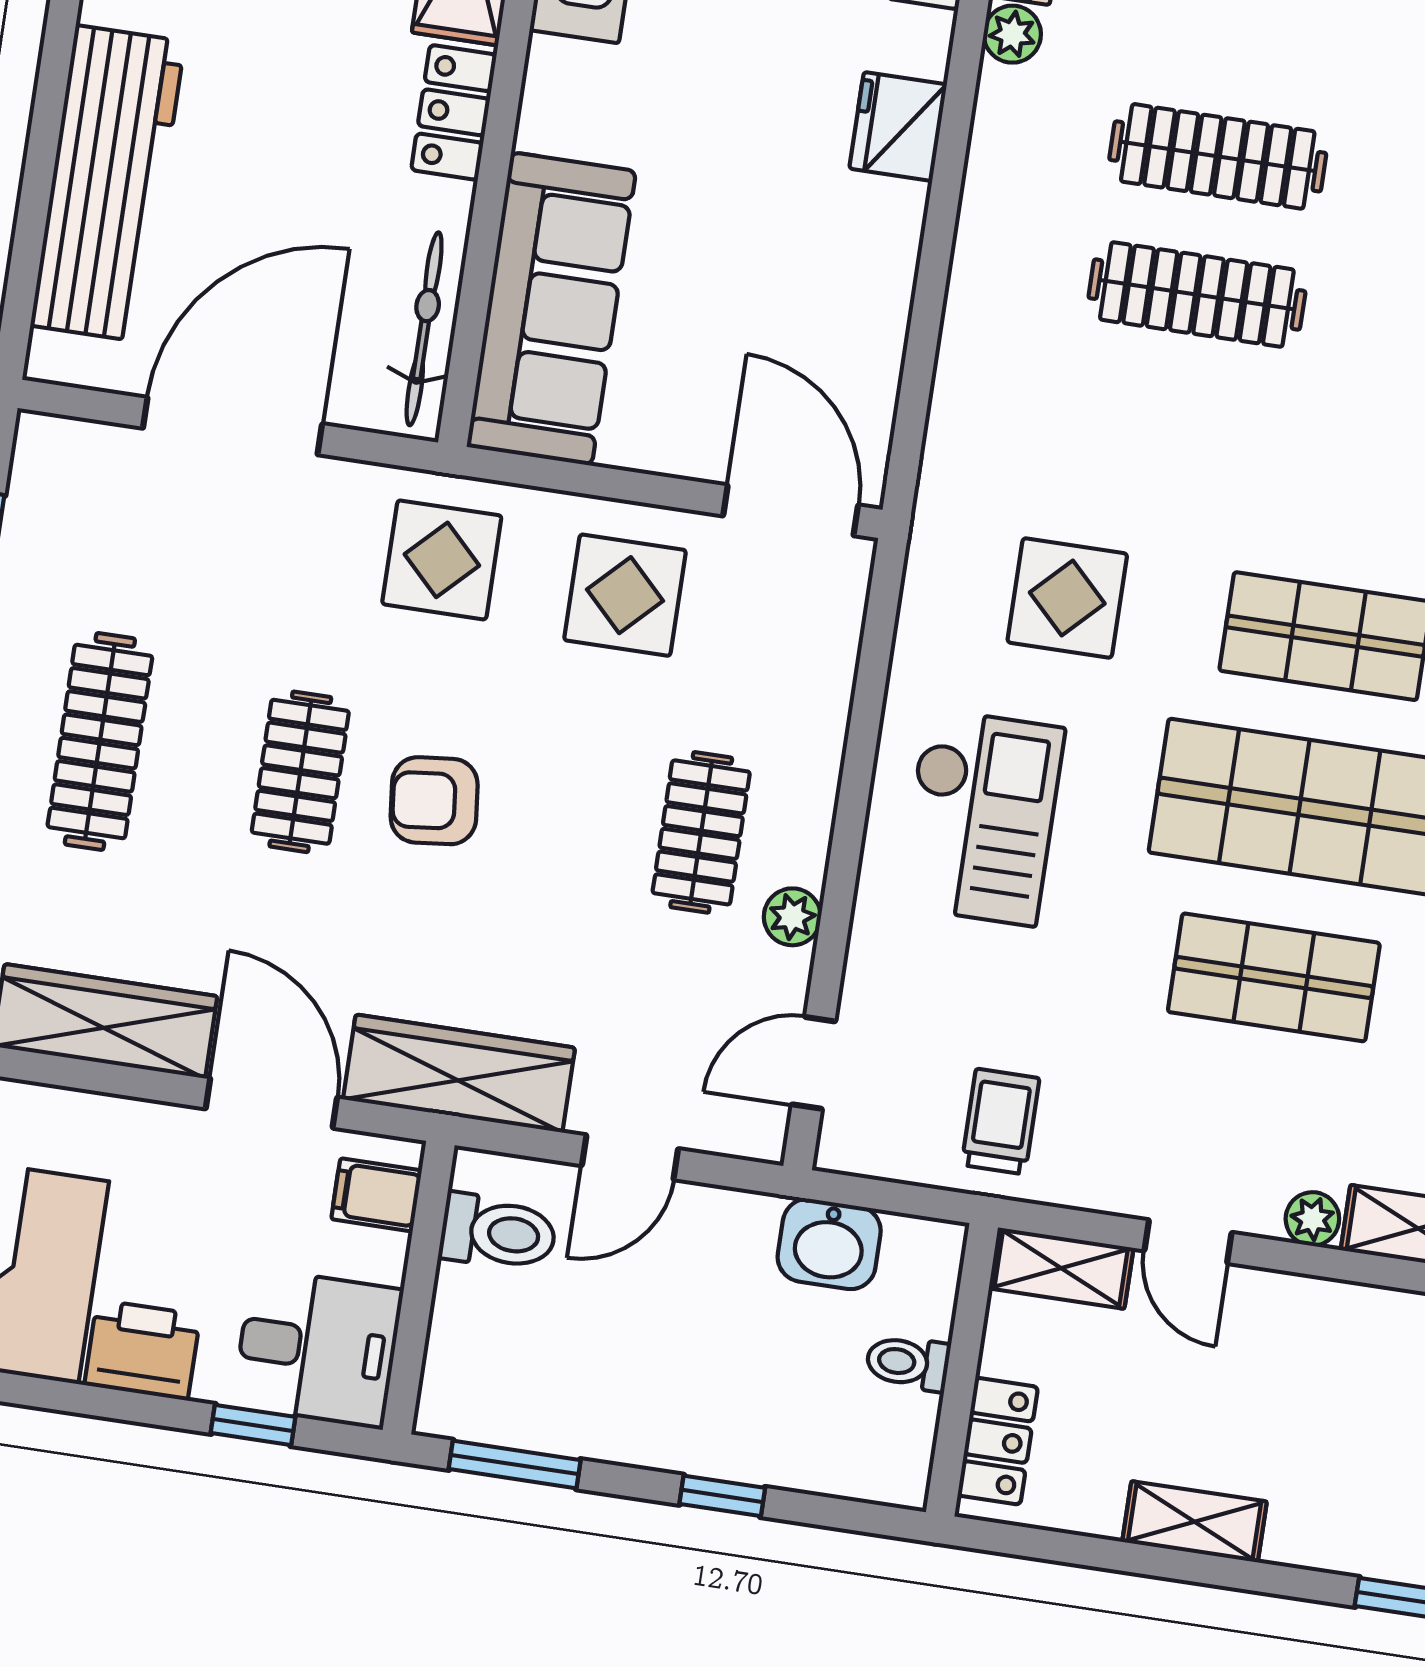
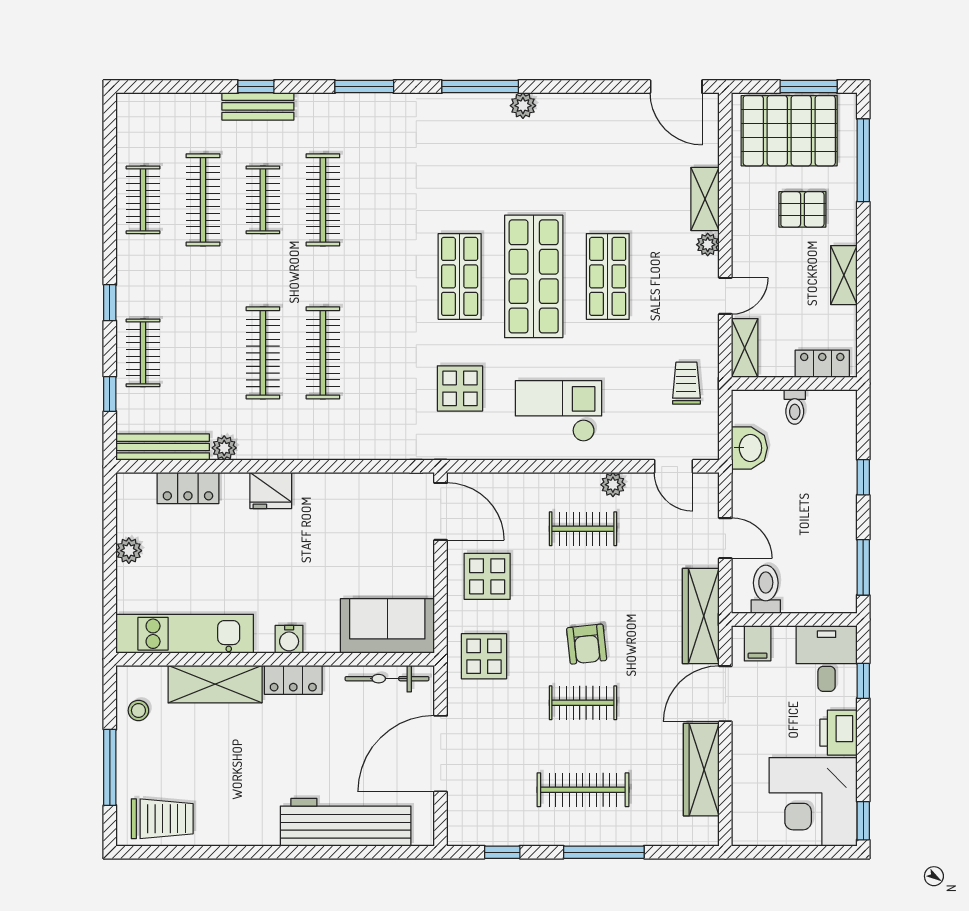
water cooler: (549, 117) -> (289, 639), added
sofa: (551, 309) -> (387, 626), width x0.73
door: (233, 426) -> (441, 754), hinge flipped
door: (791, 510) -> (441, 511), swing flipped
trolley: (1000, 1122) -> (686, 383), turned 90
pallet: (1360, 1449) -> (802, 209), added

